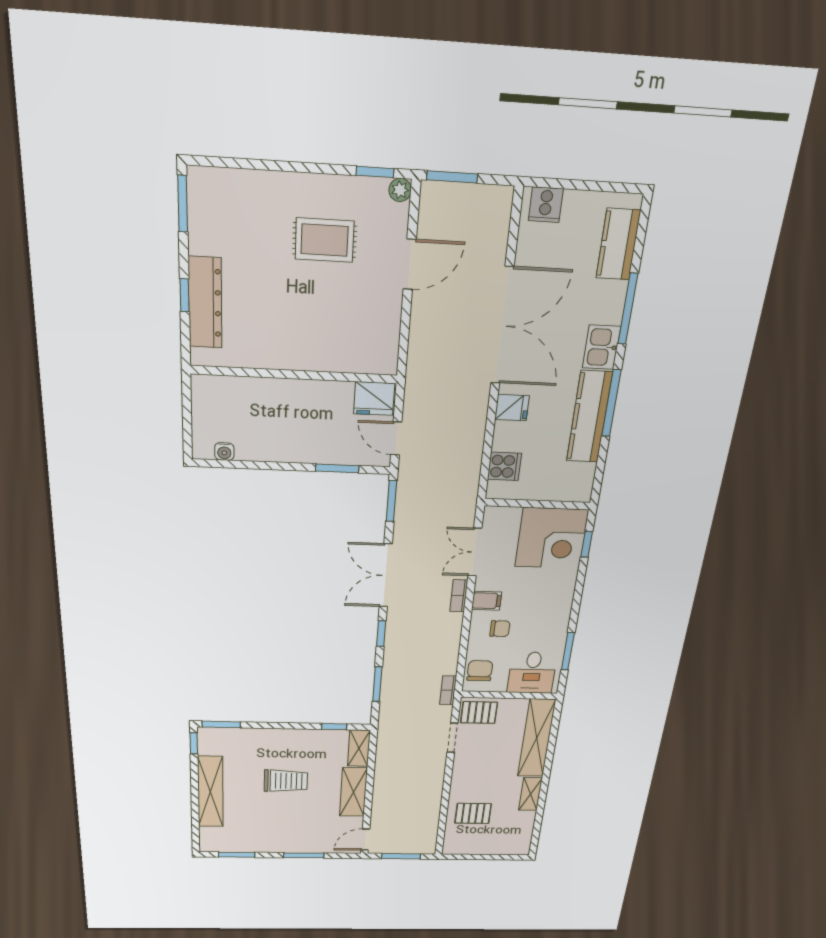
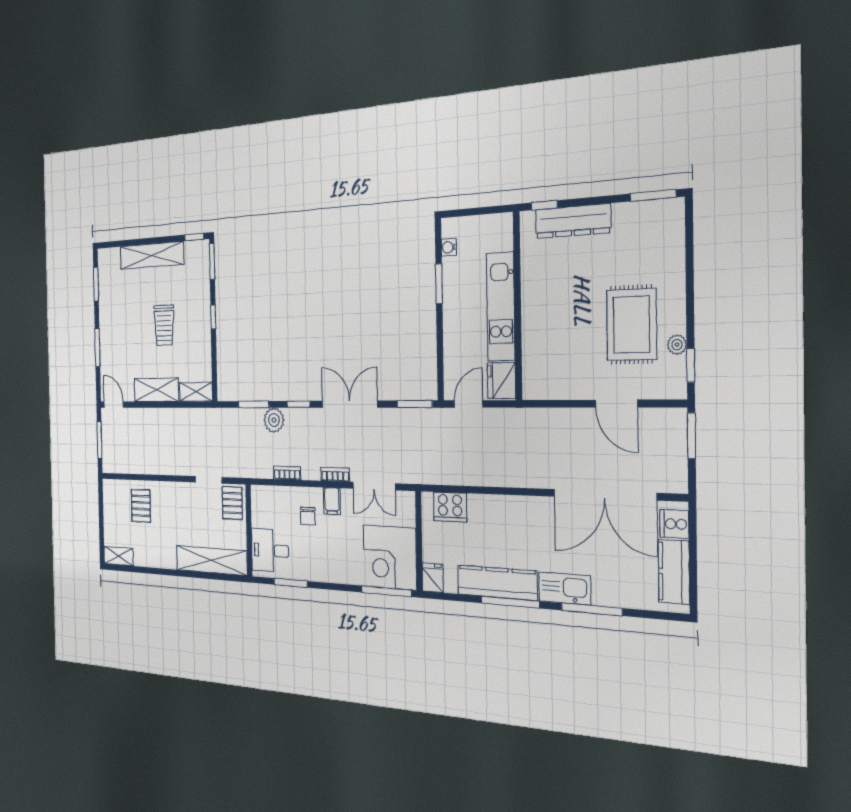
plant: (400, 190) -> (677, 345), moved
rug: (325, 240) -> (631, 325), width x1.36, depth x1.43
kitchen counter: (618, 244) -> (674, 572), moved, turned -90
window: (184, 295) -> (544, 205), moved
double door: (502, 326) -> (604, 495), moved
kitchen sink: (601, 347) -> (565, 588), width x1.38
kitchen unit: (294, 394) -> (501, 307), added
fridge: (512, 408) -> (433, 578), moved, turned 180
cooker: (504, 466) -> (450, 507), width x1.36
window: (337, 468) -> (439, 284), moved
window: (587, 544) -> (386, 591), width x2.17
double door: (475, 552) -> (374, 486), swing flipped
plant: (396, 662) -> (274, 420), added
chair: (480, 671) -> (270, 500), removed
bookcase: (448, 690) -> (287, 473), moved
window: (334, 727) -> (213, 317), moved
shelving: (530, 794) -> (118, 556), moved

